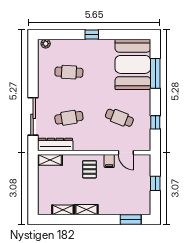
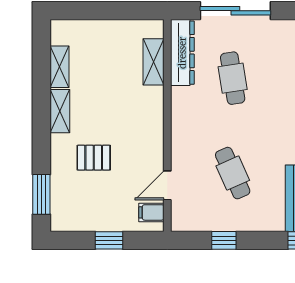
cafe table: (119, 118) -> (233, 173), turned -45
shelving: (50, 160) -> (154, 62), moved
filing cabinet: (109, 161) -> (151, 212), moved
pallet: (90, 169) -> (94, 158), moved

